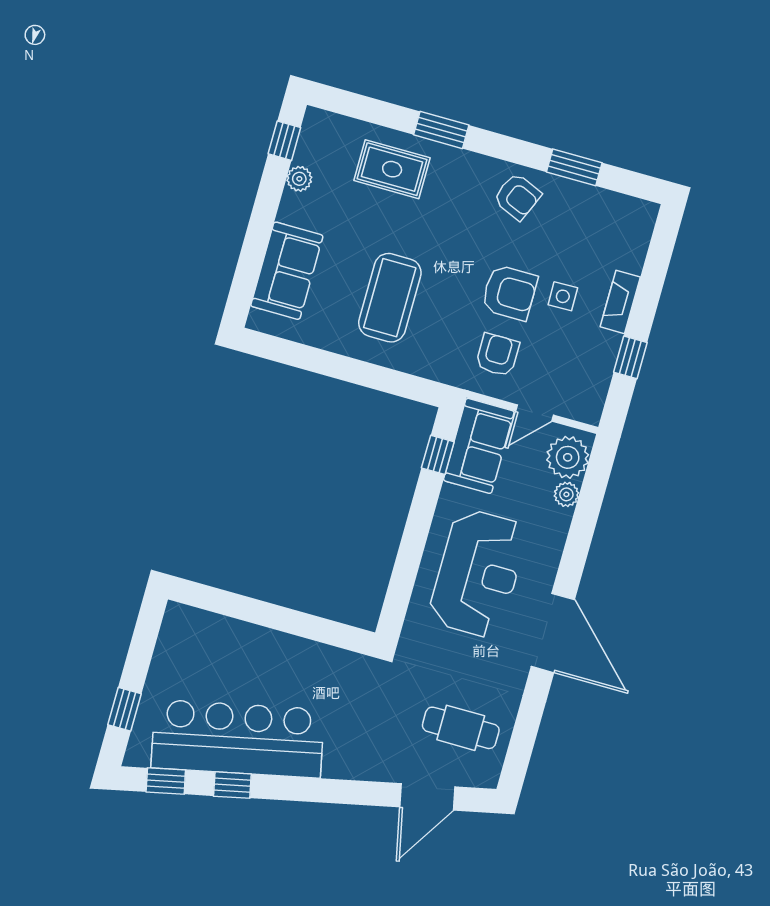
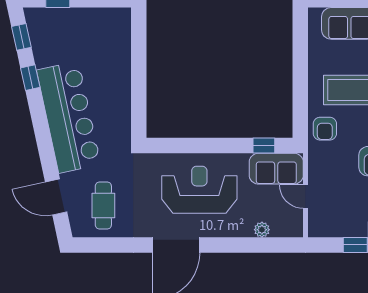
armchair: (498, 355) -> (325, 129), moved, turned 90
plant: (568, 457) -> (284, 224), removed
reception desk: (478, 573) -> (199, 190), turned 180
bar counter: (238, 739) -> (69, 117), moved

